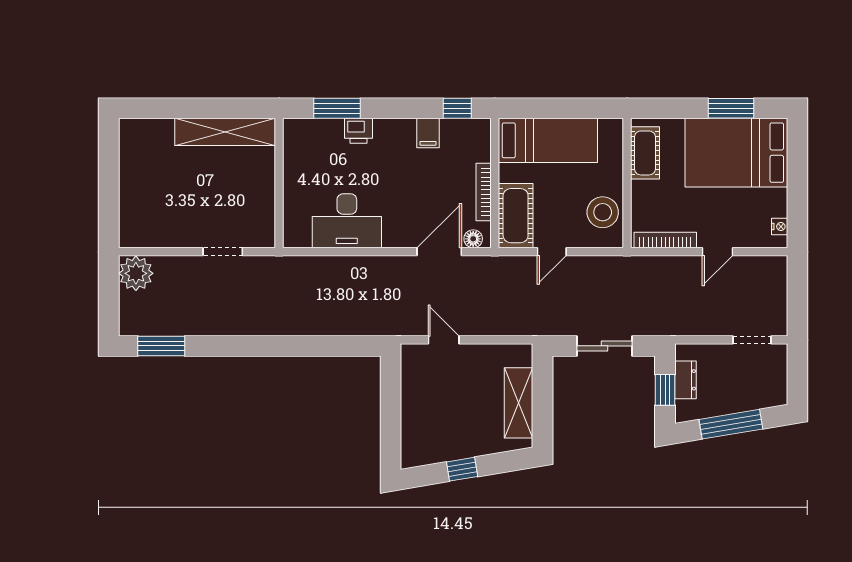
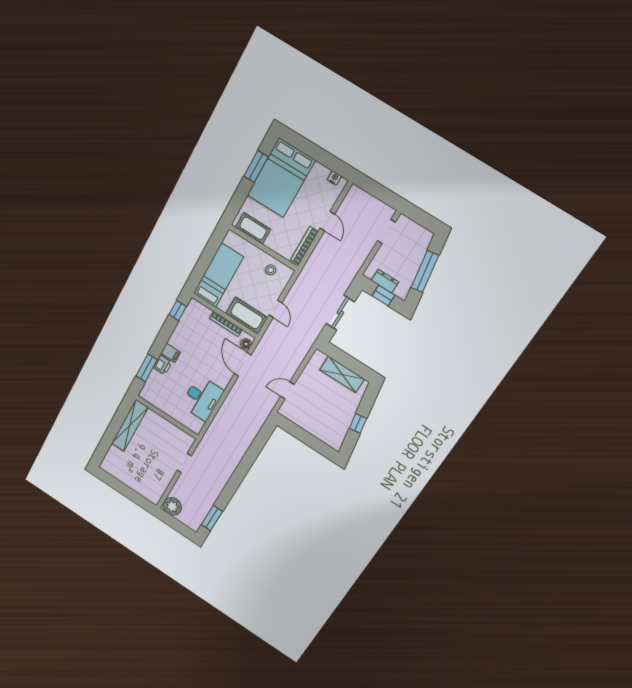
filing cabinet: (428, 133) -> (171, 353), moved
stool: (603, 212) -> (271, 270), width x0.53, depth x0.53

